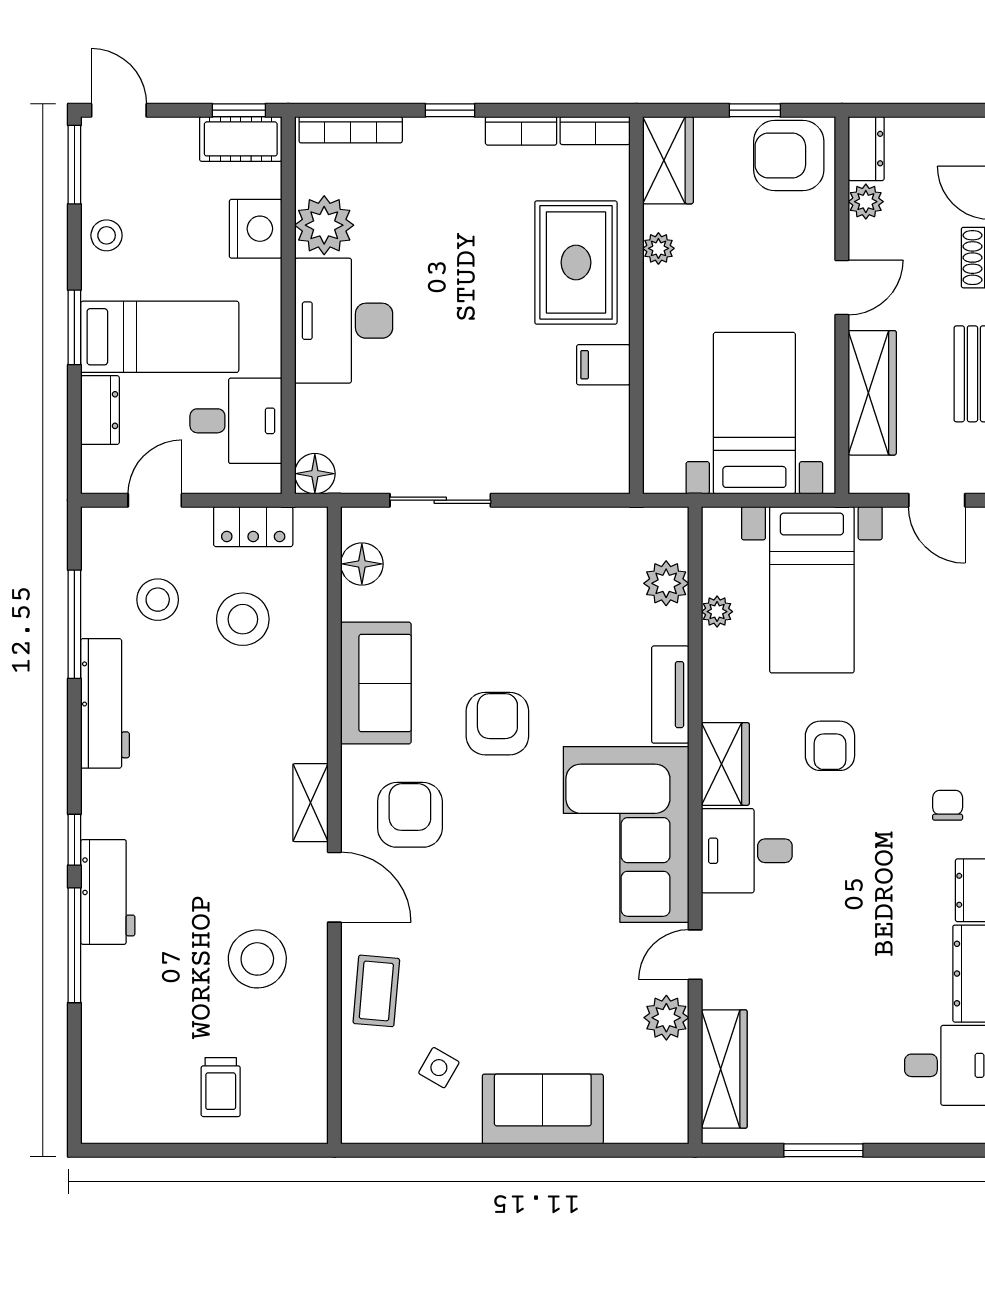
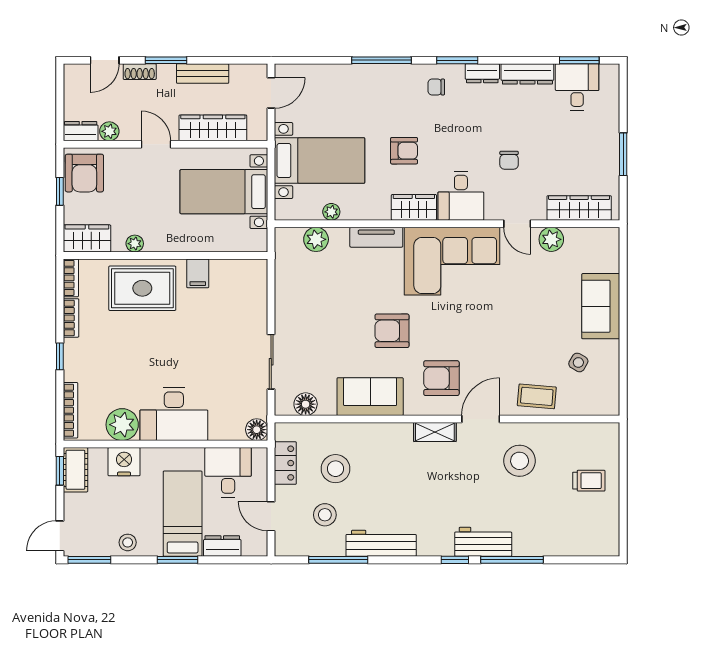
chair: (812, 940) -> (509, 160), added

